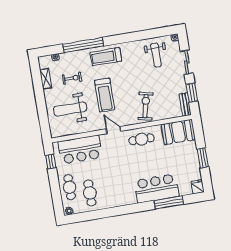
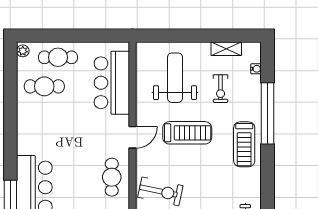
treadmill: (106, 57) -> (244, 144), turned 180
treadmill: (105, 95) -> (187, 133), turned 180
window: (51, 161) -> (101, 36), removed

